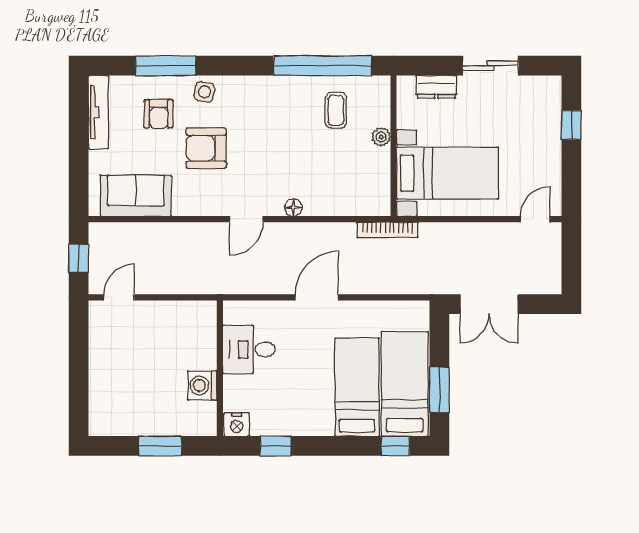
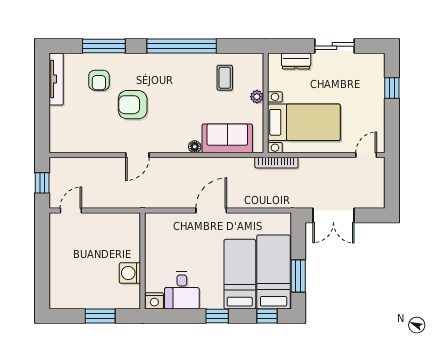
window: (323, 66) -> (182, 46), moved
side table: (204, 92) -> (131, 65), removed
sofa: (136, 196) -> (227, 138), moved
door: (246, 219) -> (137, 155), moved
bookcase: (388, 230) -> (276, 163), moved
desk: (249, 349) -> (182, 290), moved, turned -90
window: (275, 446) -> (217, 316), moved

